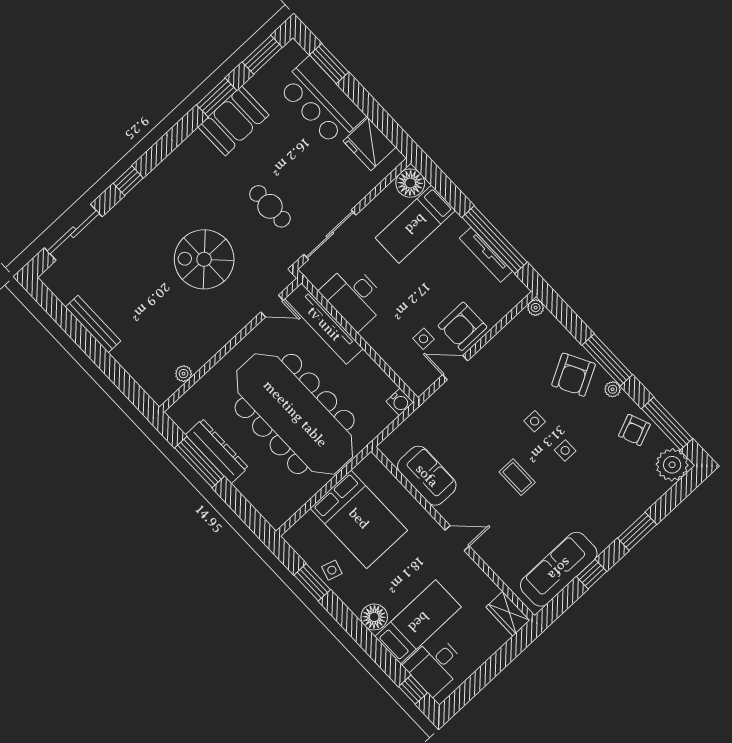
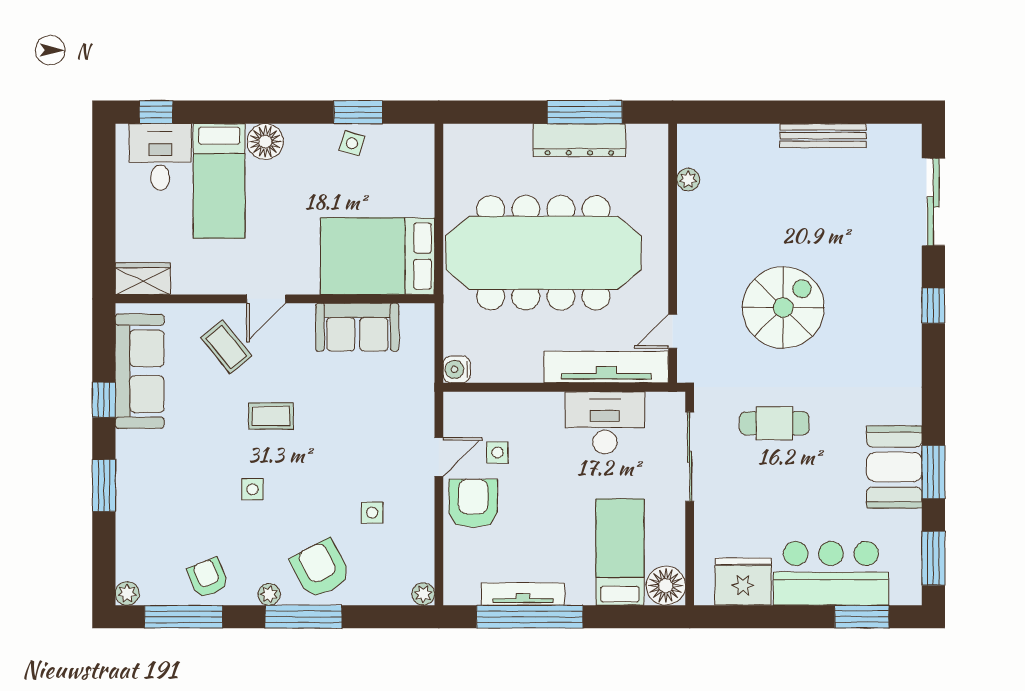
side table: (535, 421) -> (372, 513), moved
plant: (672, 465) -> (127, 593), width x0.53, depth x0.53
bed: (359, 519) -> (378, 256), moved
coffee table: (503, 535) -> (226, 347), added

